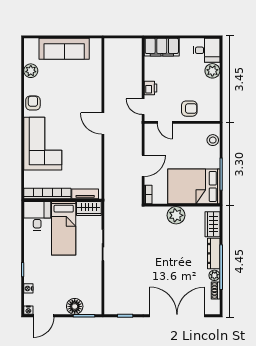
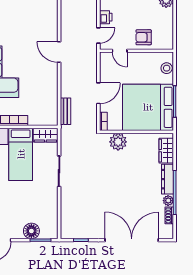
door: (143, 107) -> (98, 35), swing flipped
armchair: (189, 109) -> (144, 37), turned 180
bench: (109, 184) -> (65, 111), added
bed: (194, 186) -> (148, 107), width x1.36
tv unit: (85, 194) -> (42, 121), removed
plant: (176, 215) -> (118, 142), moved

